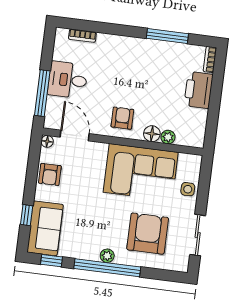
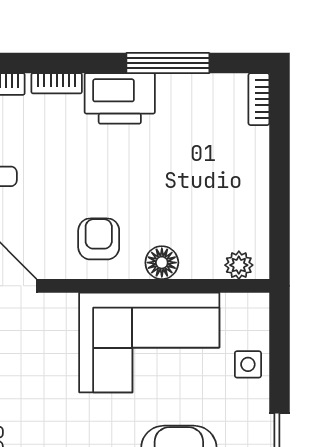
bookcase: (111, 39) -> (57, 83), added
printer: (199, 90) -> (120, 98), moved, turned -90
plant: (168, 137) -> (239, 265), moved

